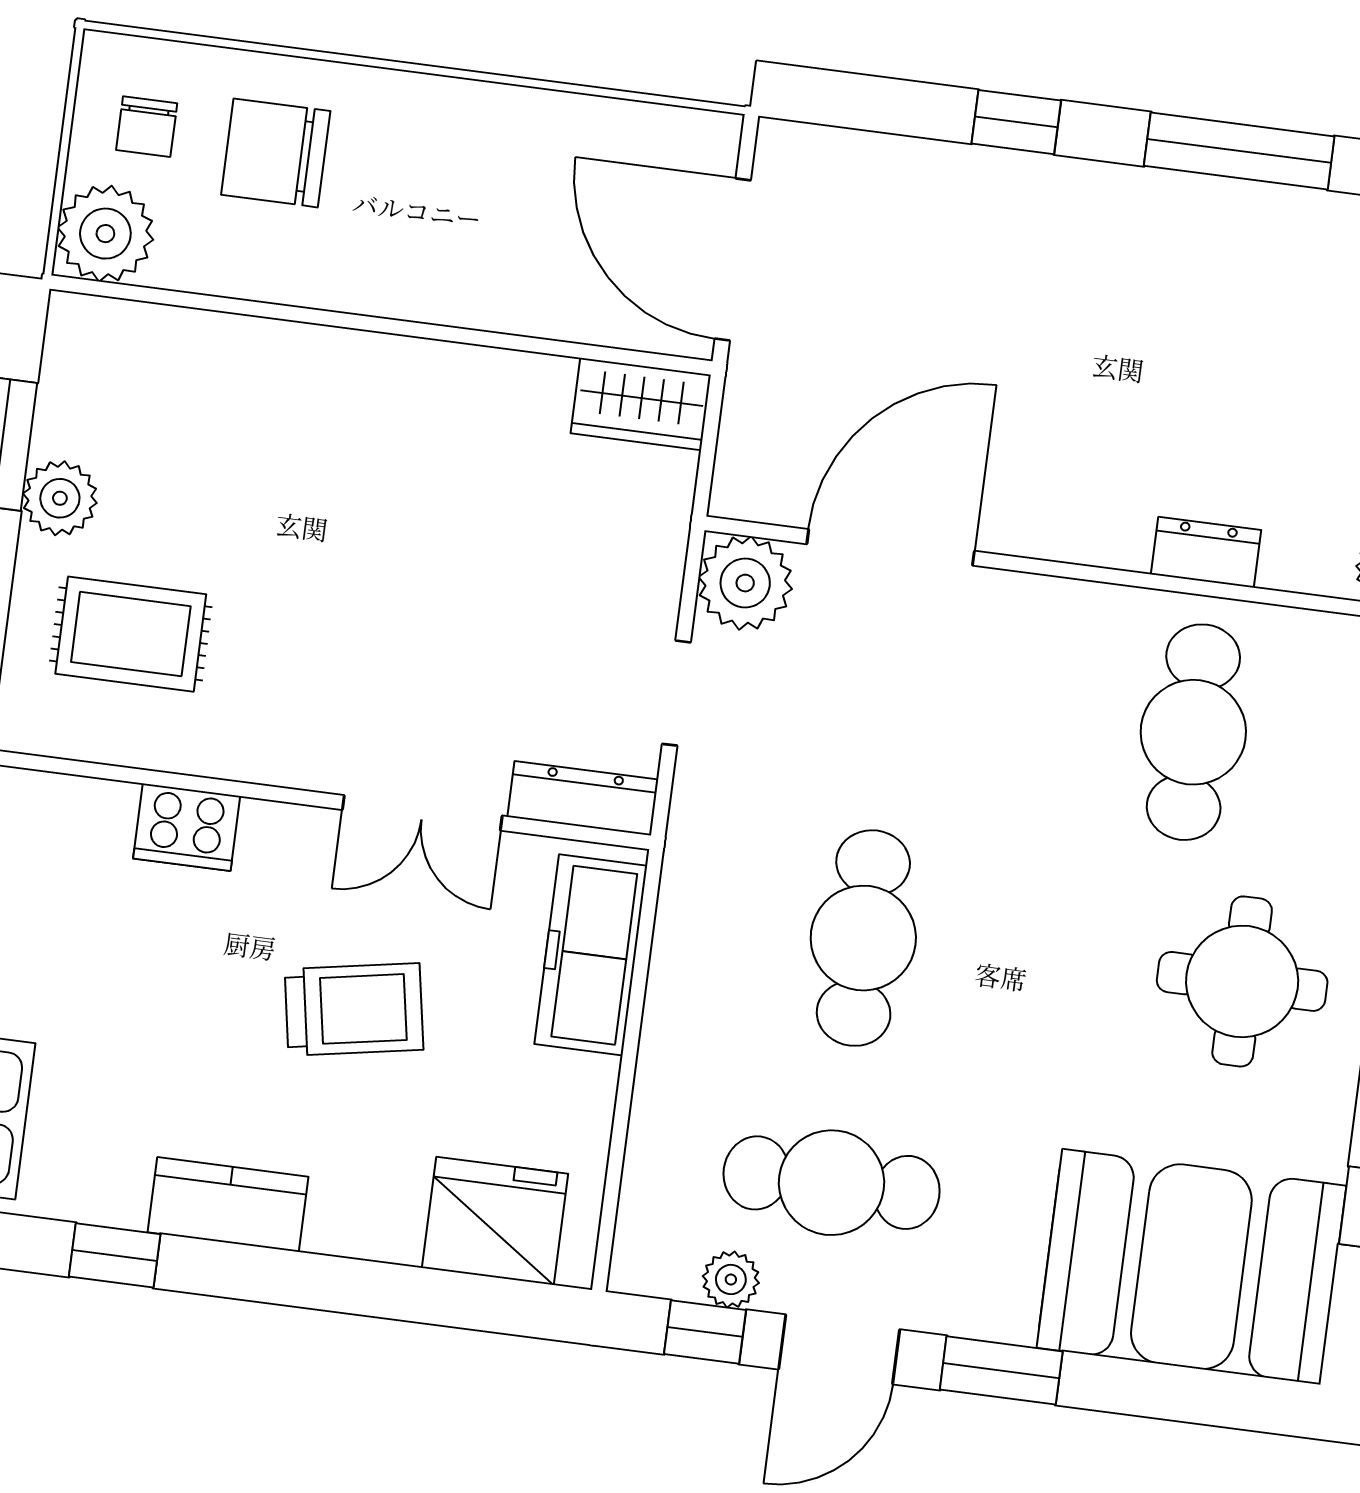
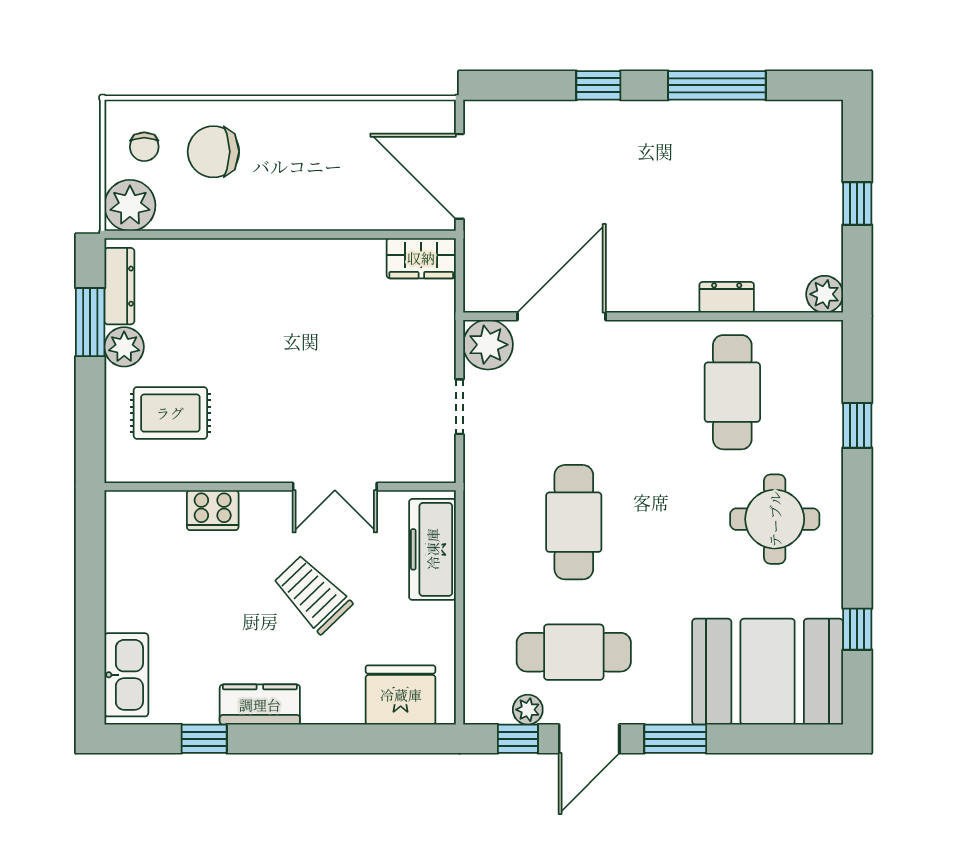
dresser: (583, 798) -> (119, 286), moved, turned 90
trolley: (354, 1009) -> (312, 594), turned -124

